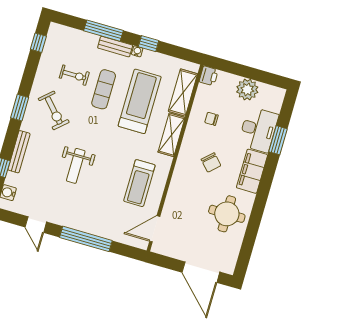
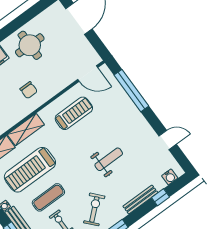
chair: (211, 162) -> (29, 90), moved, turned 133
door: (36, 225) -> (168, 140), hinge flipped
window: (86, 239) -> (131, 91), moved

